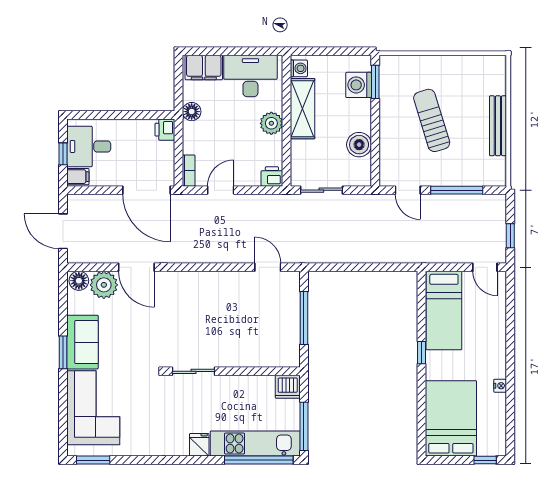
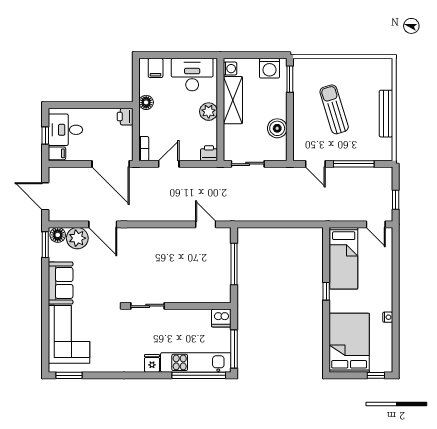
filing cabinet: (204, 68) -> (156, 68), width x0.50
washing machine: (359, 85) -> (270, 68), moved, turned -90
window: (63, 352) -> (45, 245), moved

